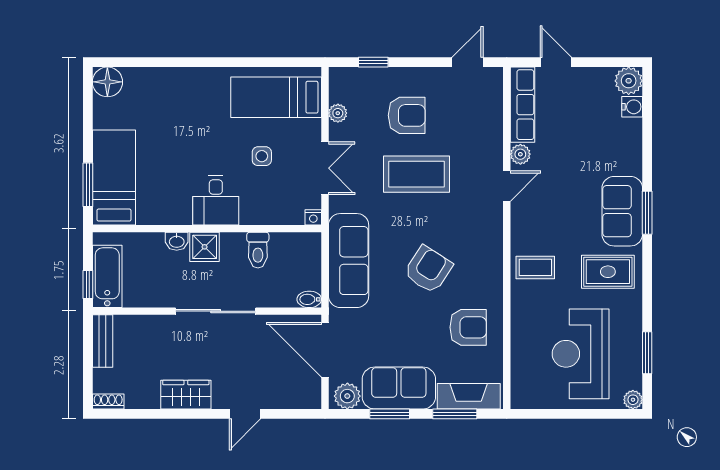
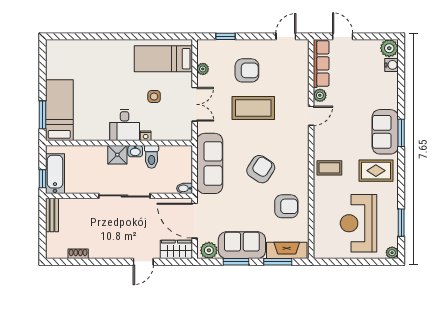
floor lamp: (107, 82) -> (55, 49), removed
nightstand: (313, 217) -> (146, 136), moved
washbasin: (177, 241) -> (135, 151), moved
wardrobe: (186, 395) -> (176, 249), moved
shoe rack: (108, 402) -> (78, 254), moved

